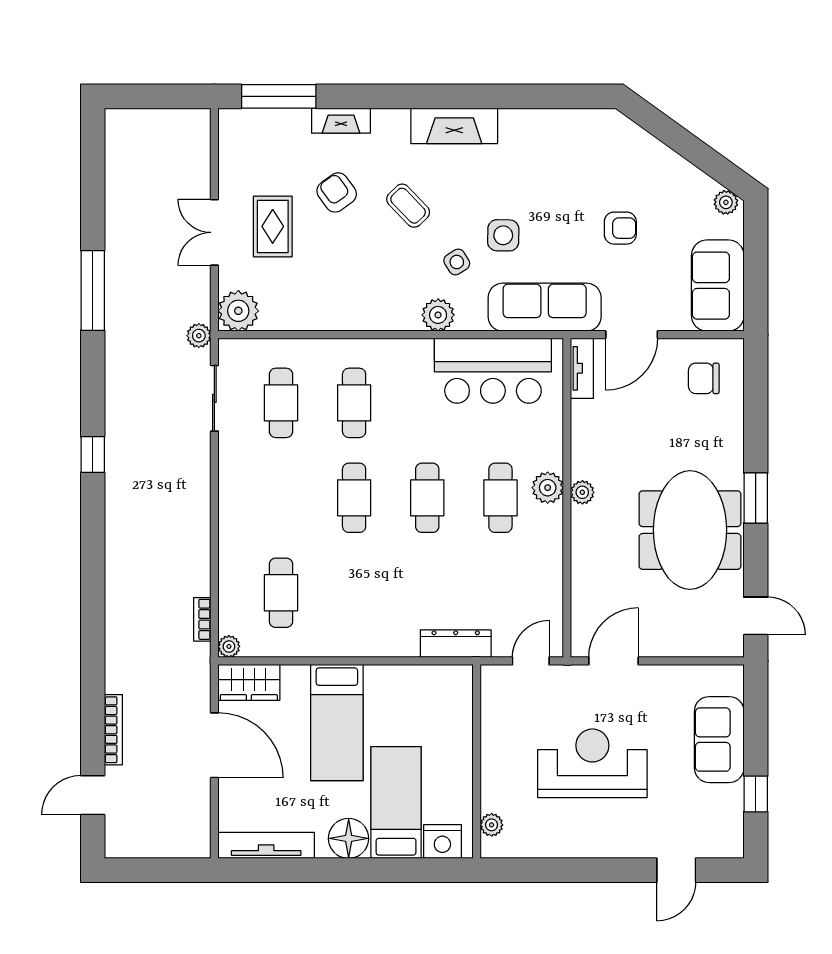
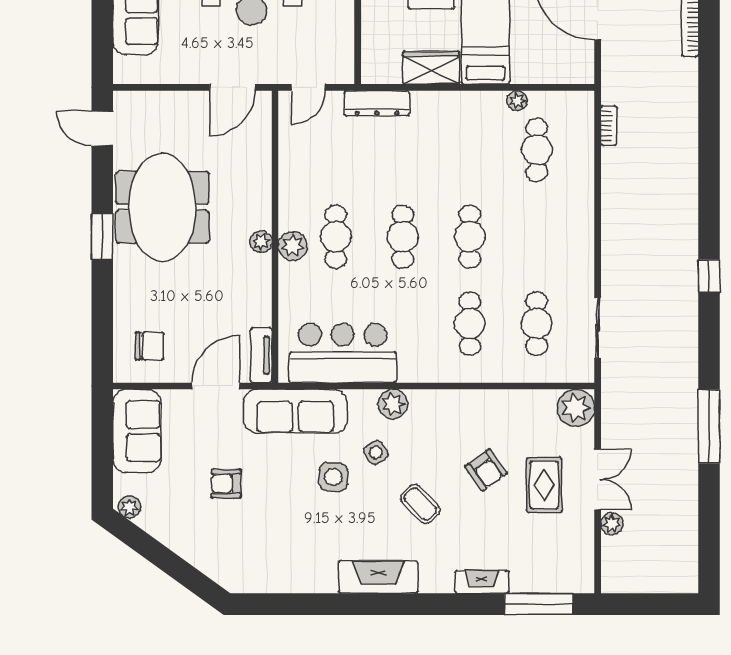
armchair: (337, 192) -> (486, 470), moved
plant: (199, 336) -> (612, 524), moved
plant: (229, 646) -> (517, 101), moved
wardrobe: (249, 682) -> (431, 68), moved

